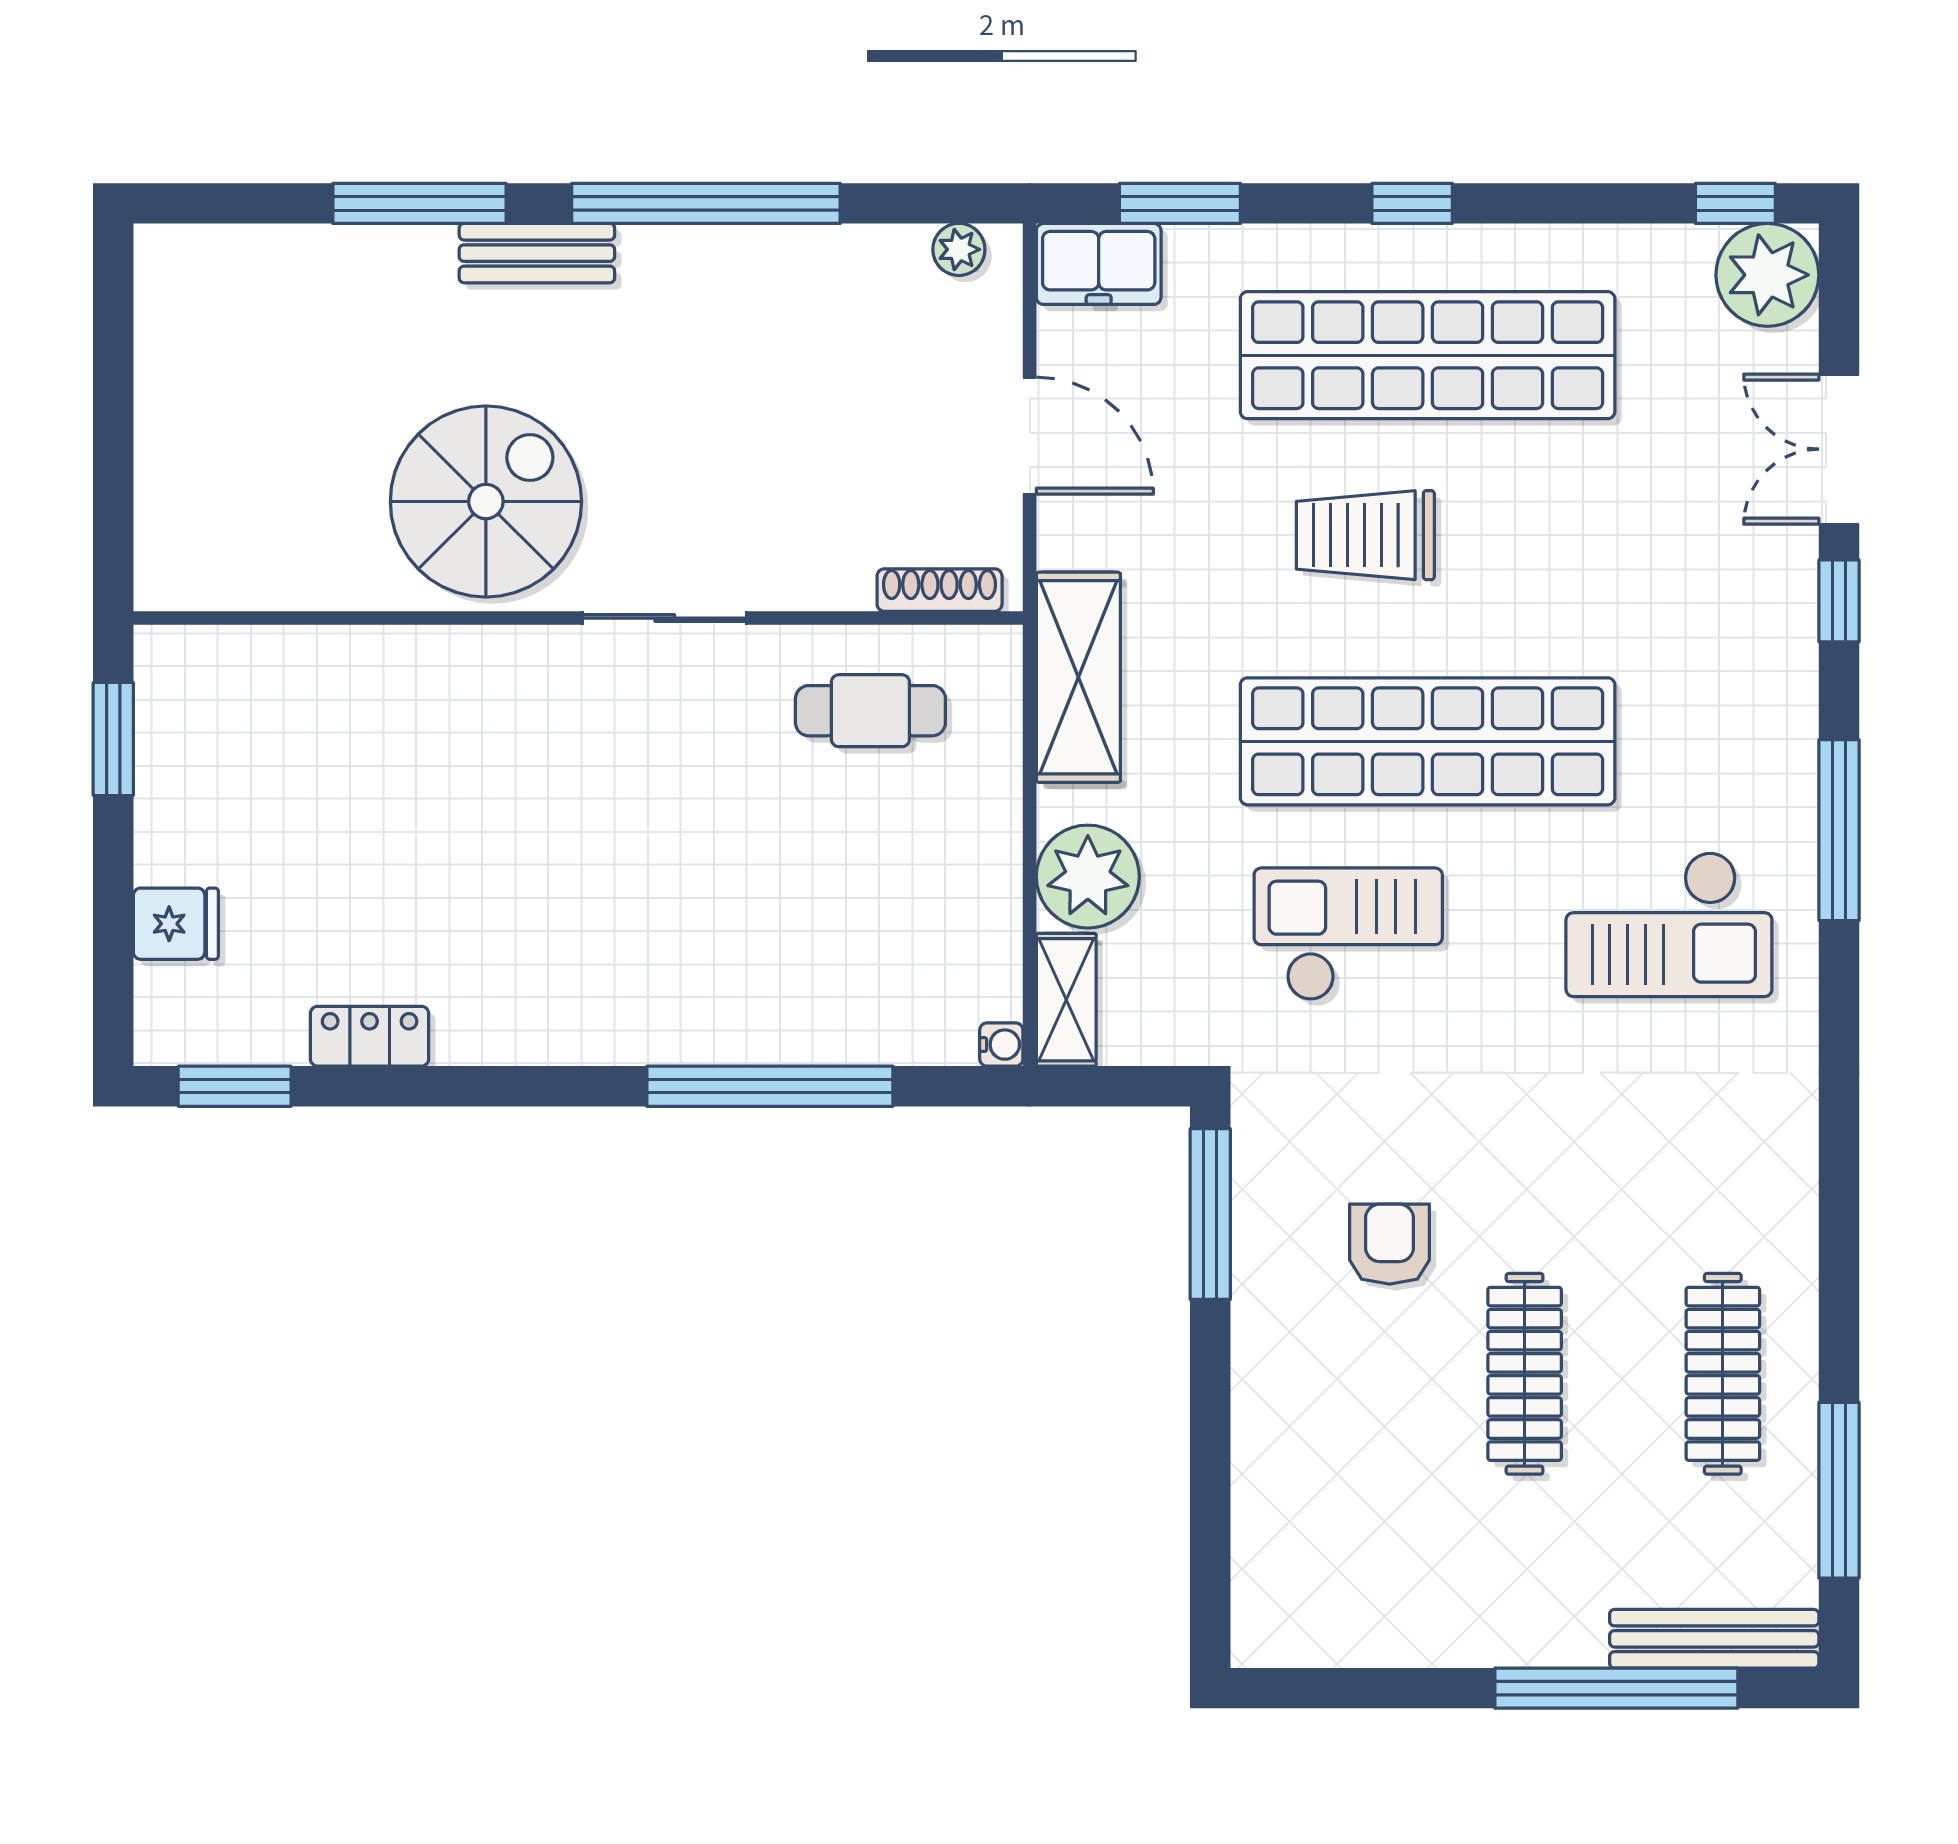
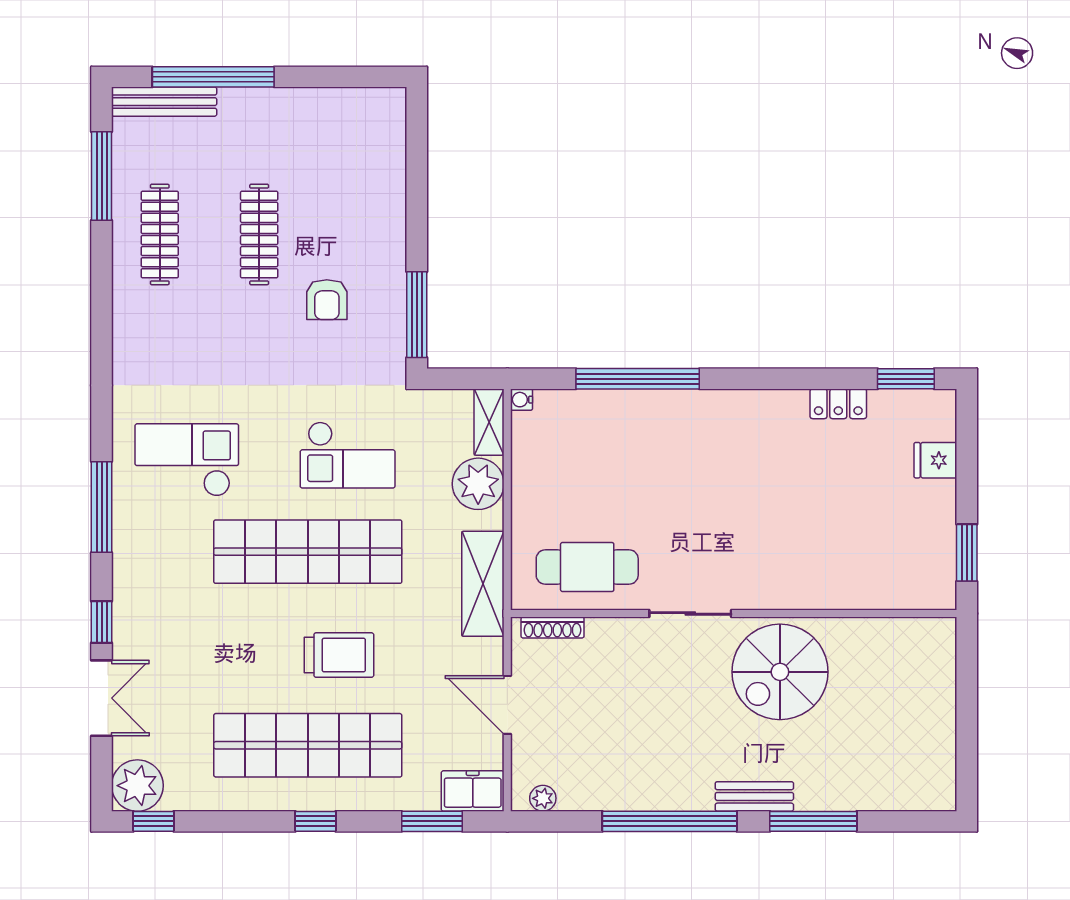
cafe table: (870, 711) -> (587, 567), width x1.37, depth x1.35

